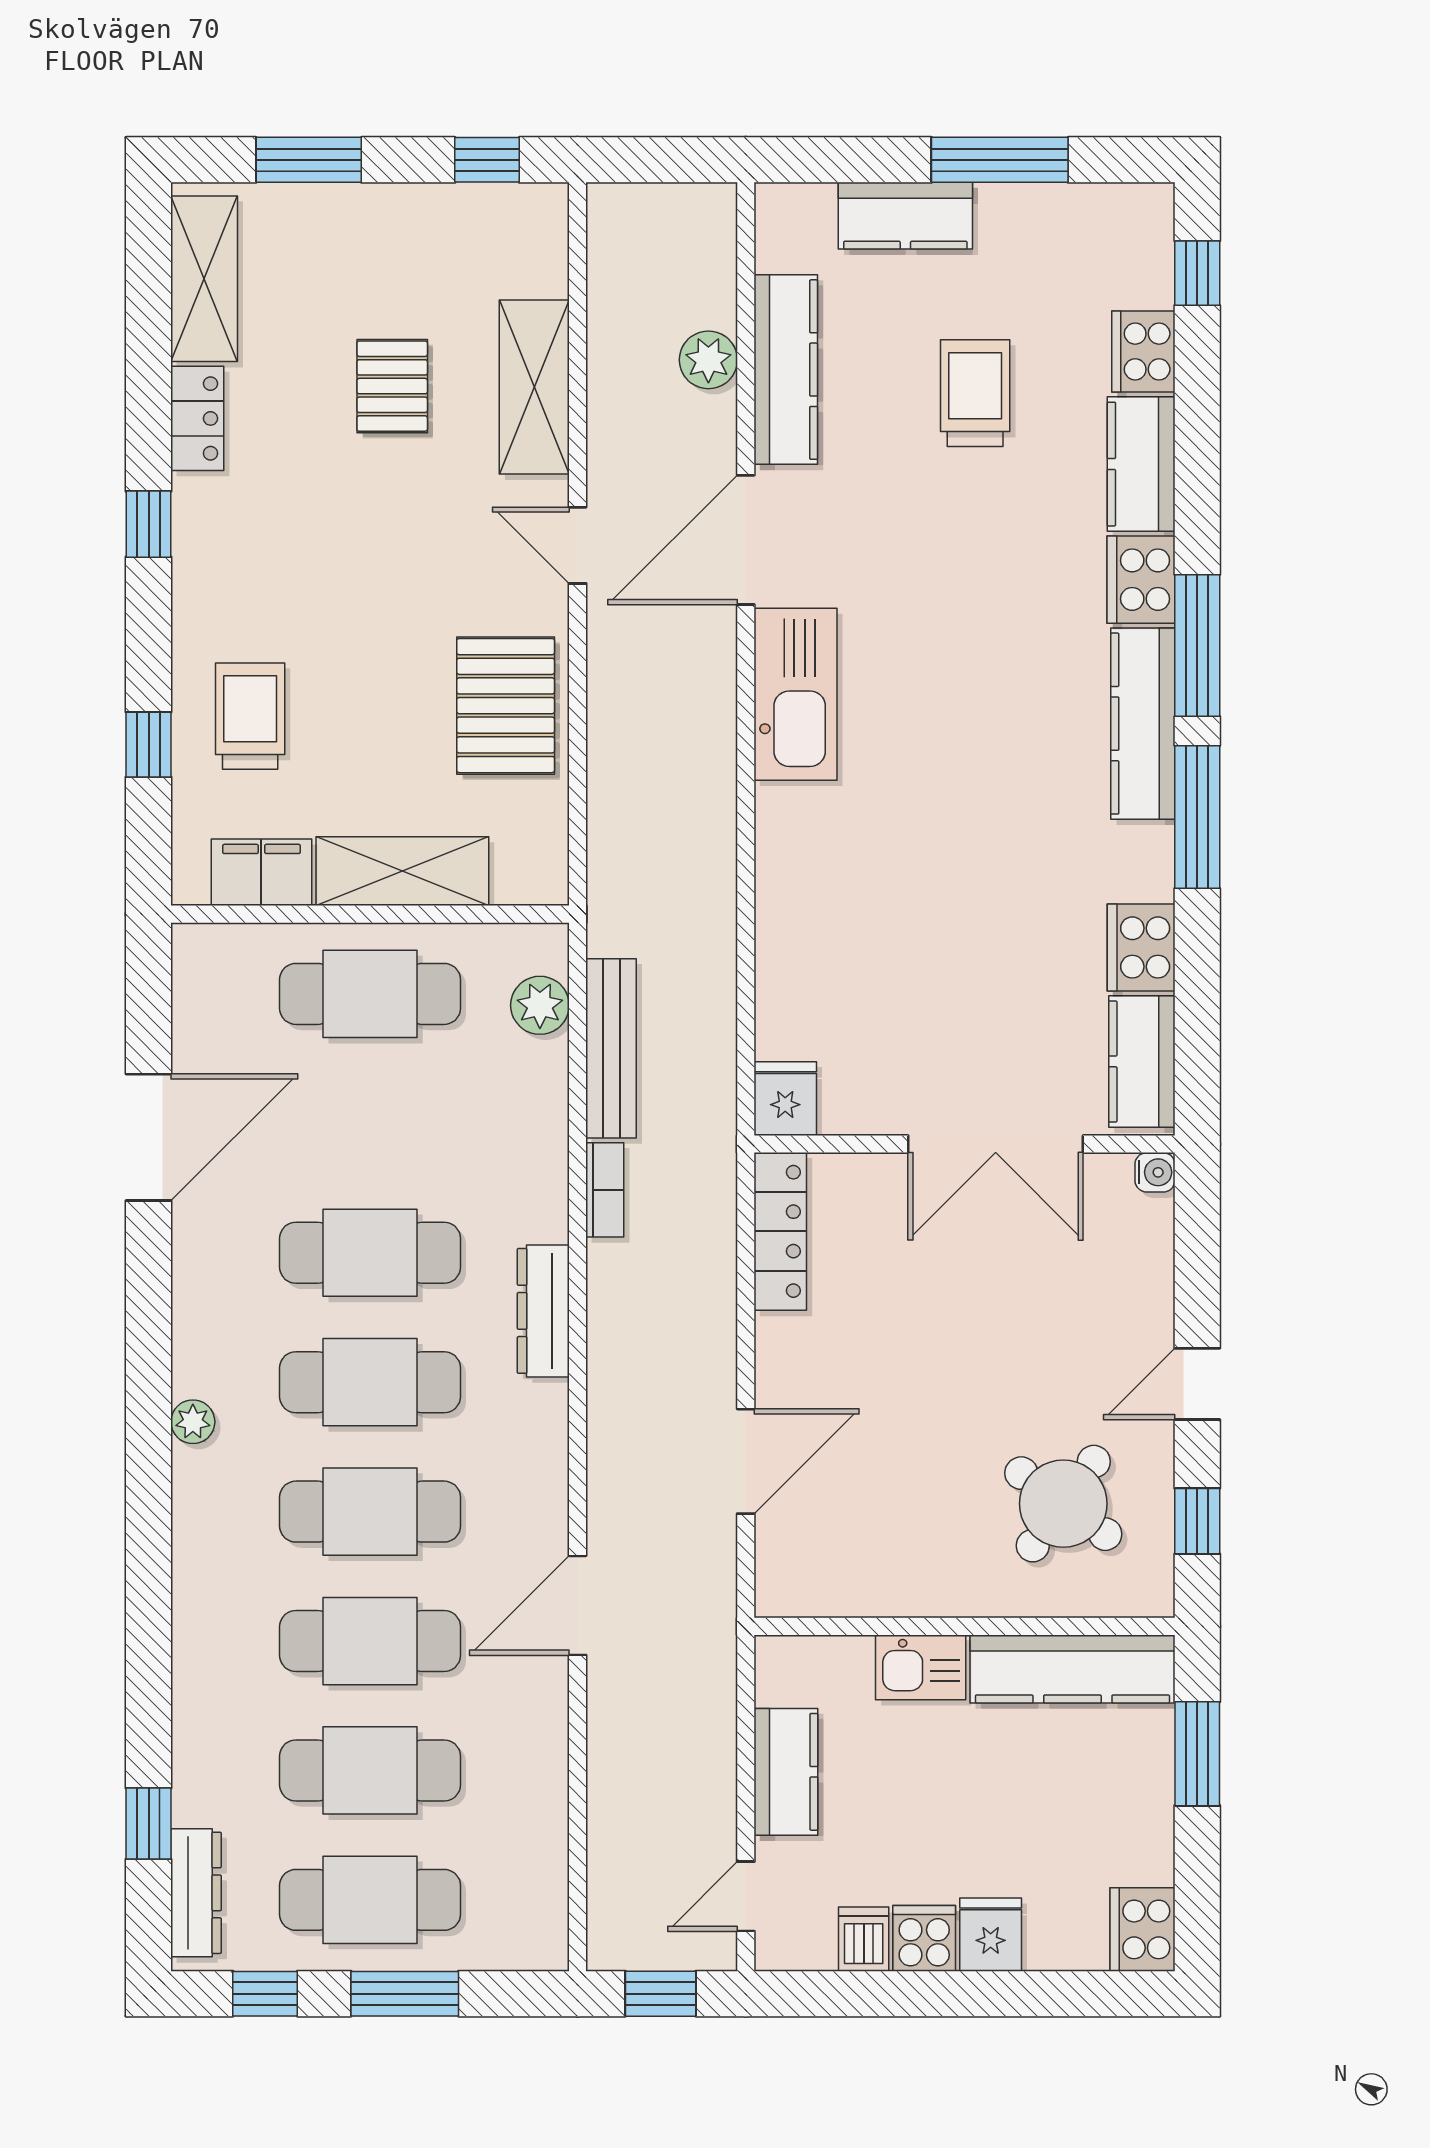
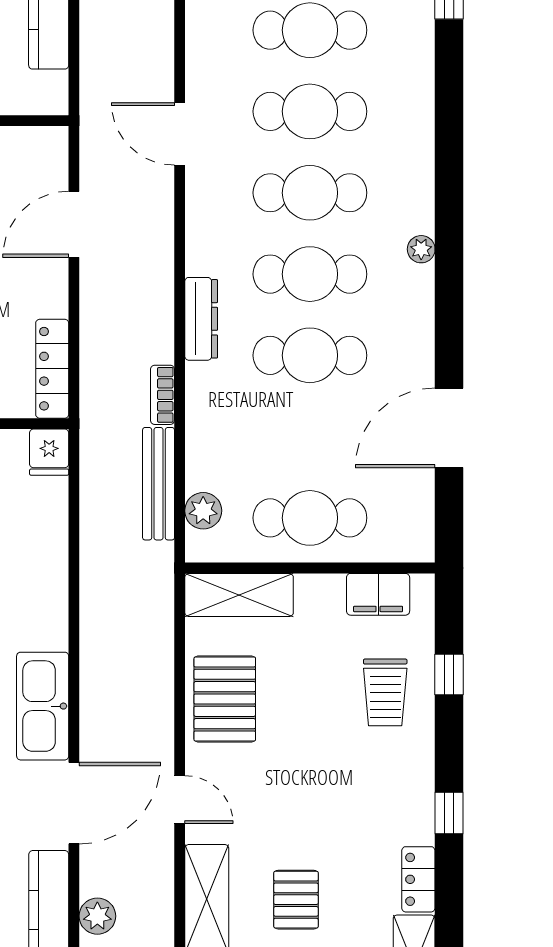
shelving: (402, 871) -> (239, 595), moved
door: (578, 1605) -> (180, 134), swing flipped

